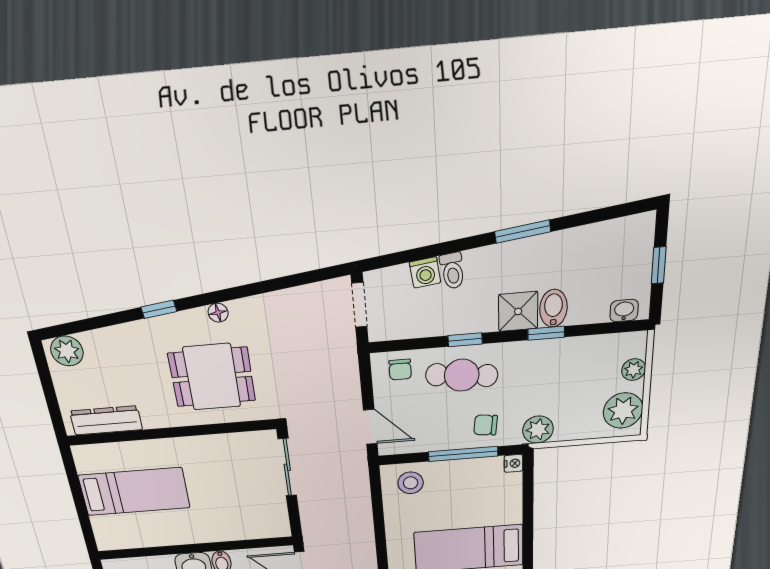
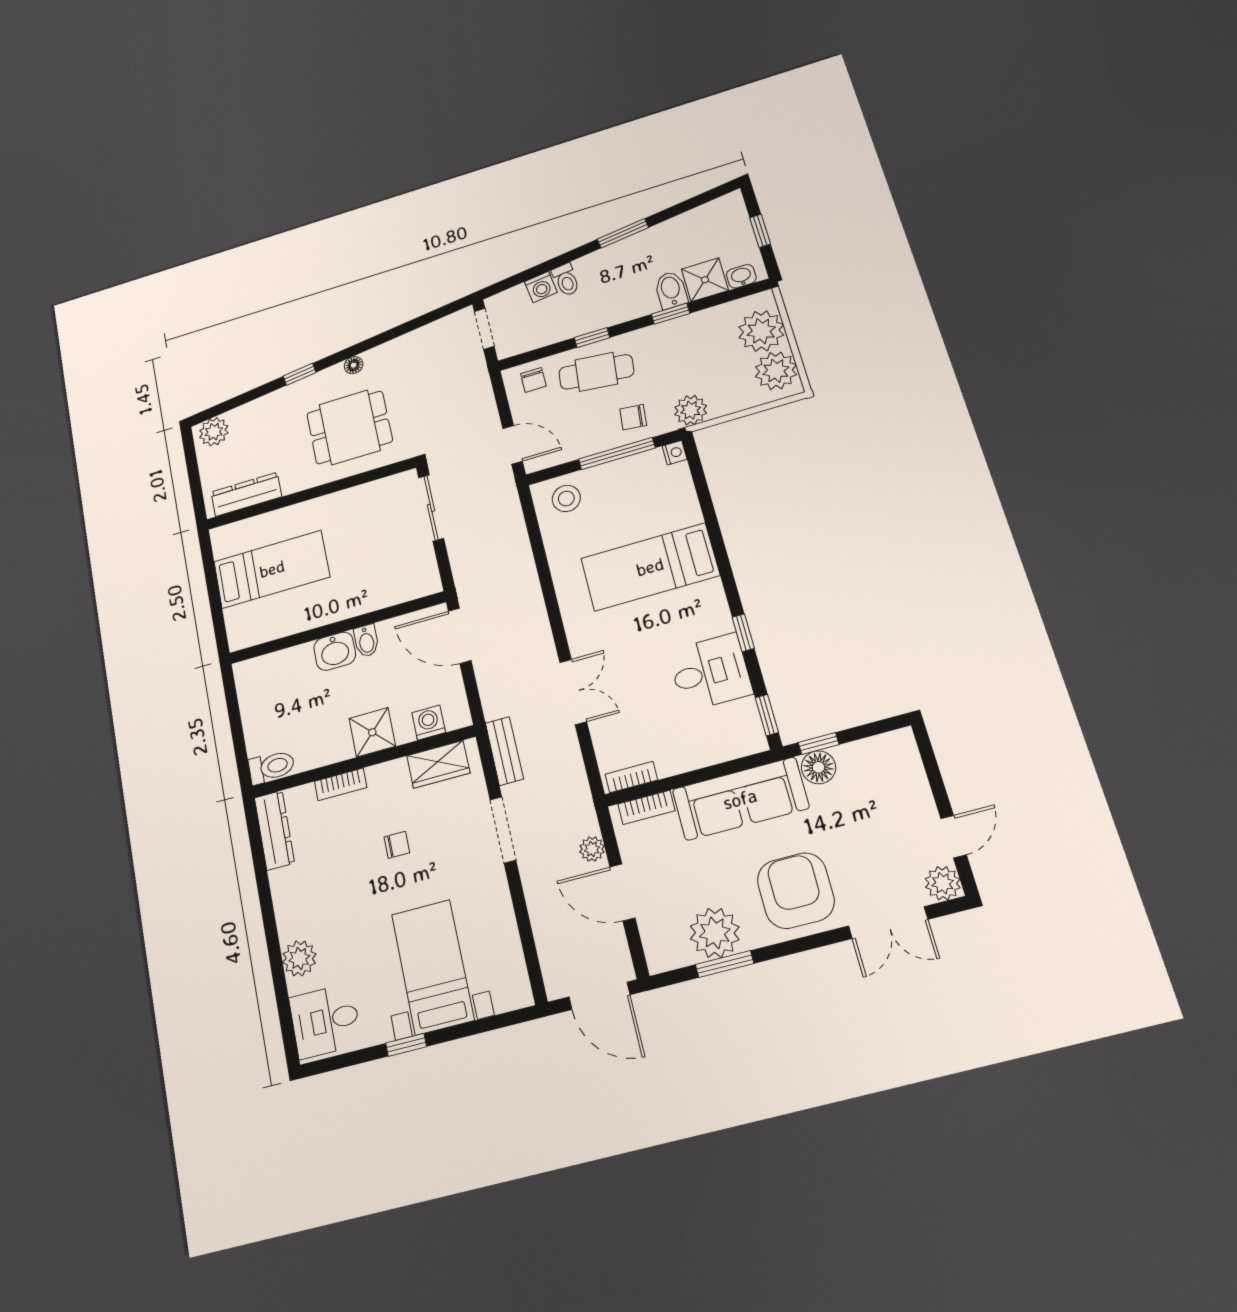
shower: (518, 311) -> (705, 280), moved
plant: (634, 370) -> (761, 331), width x1.88, depth x1.88

